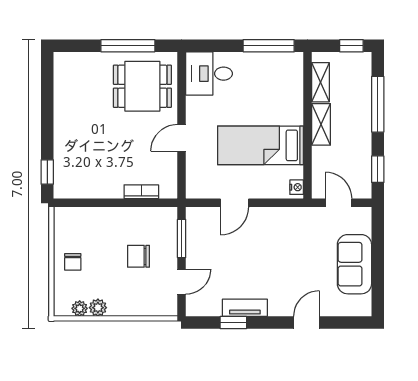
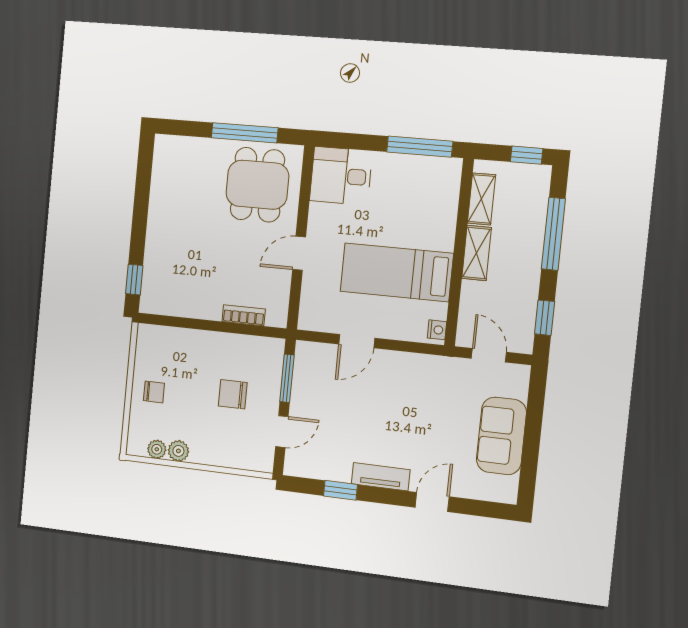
dining table: (142, 86) -> (257, 185), turned 90
chair: (73, 262) -> (154, 392), turned -90
tv unit: (245, 308) -> (381, 477), moved

